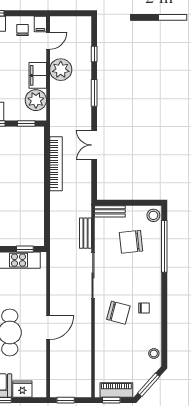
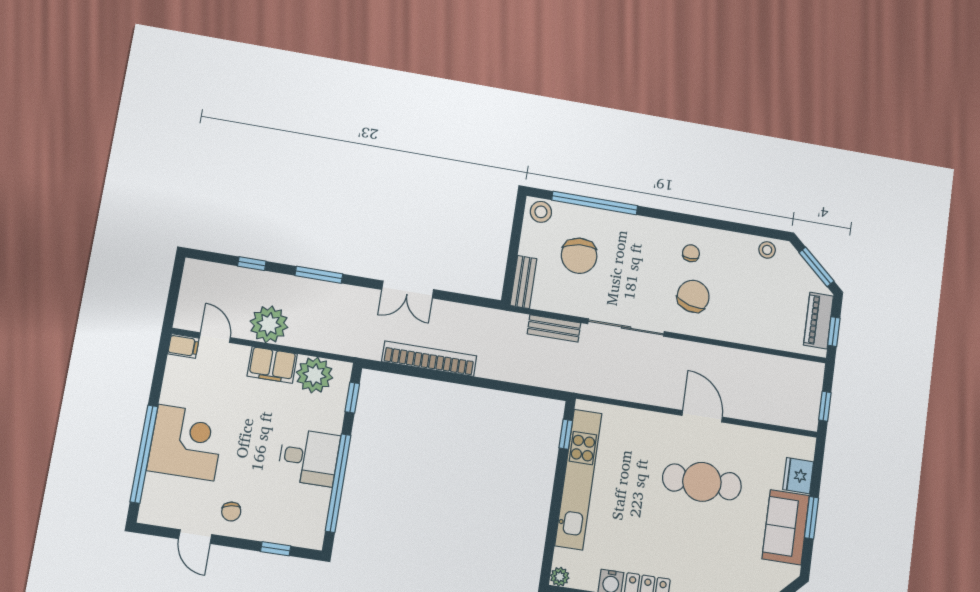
chair: (22, 30) -> (188, 379), removed

